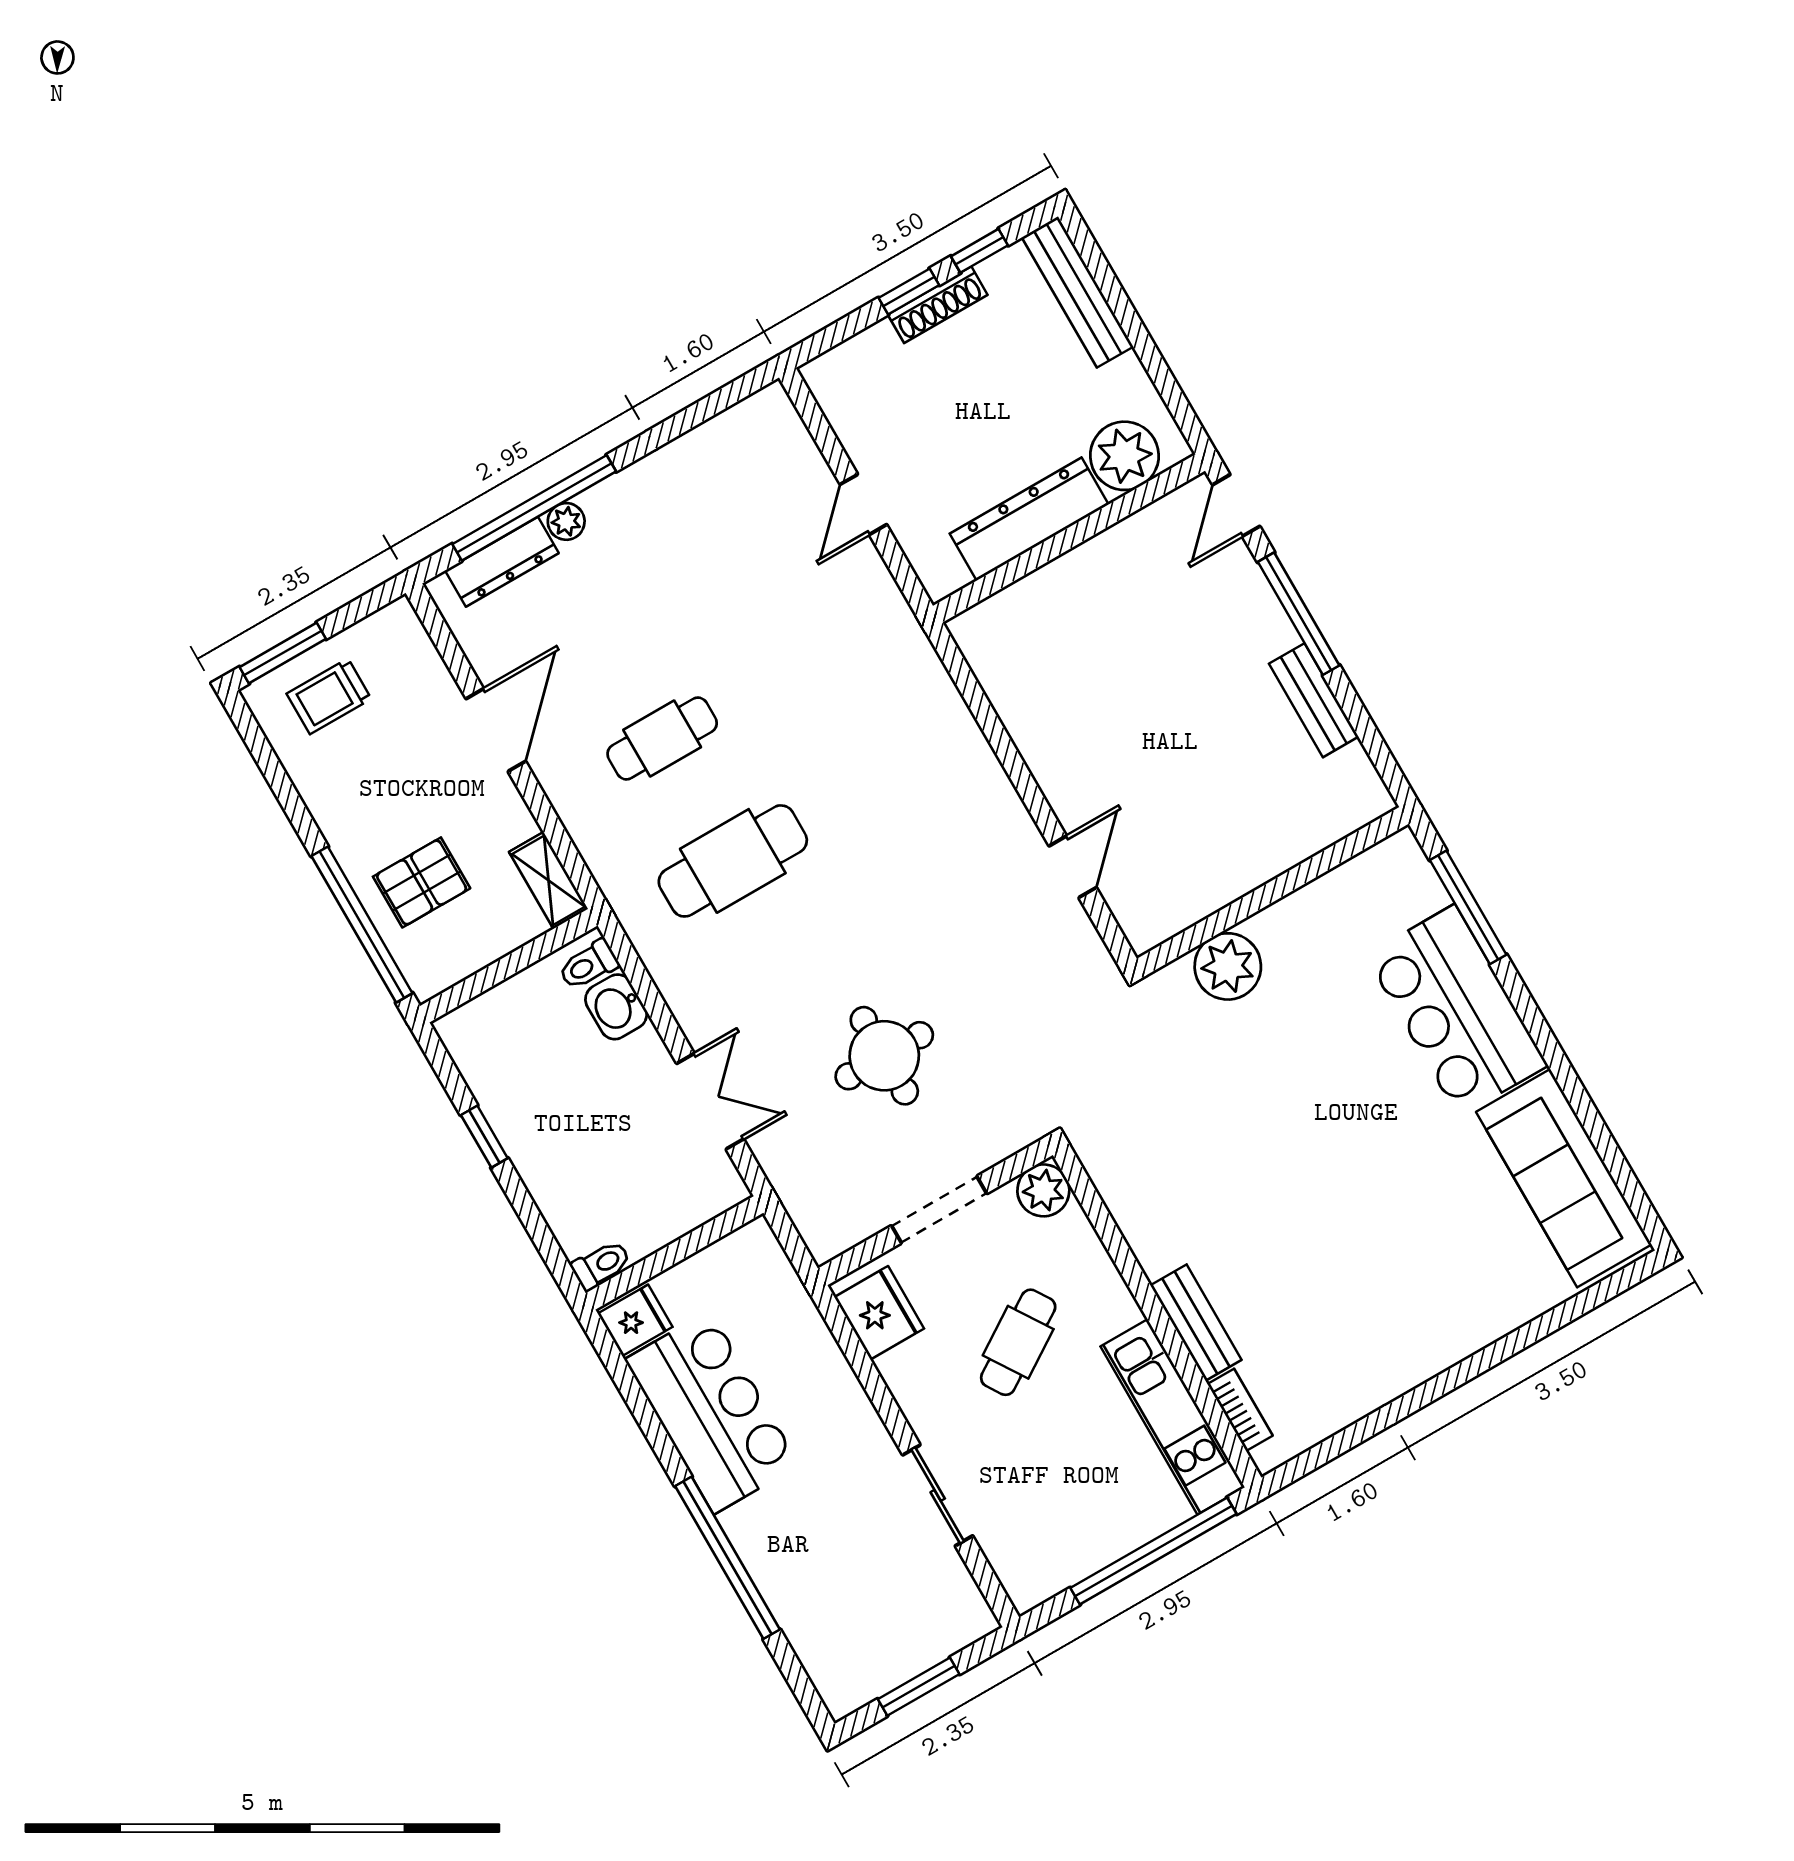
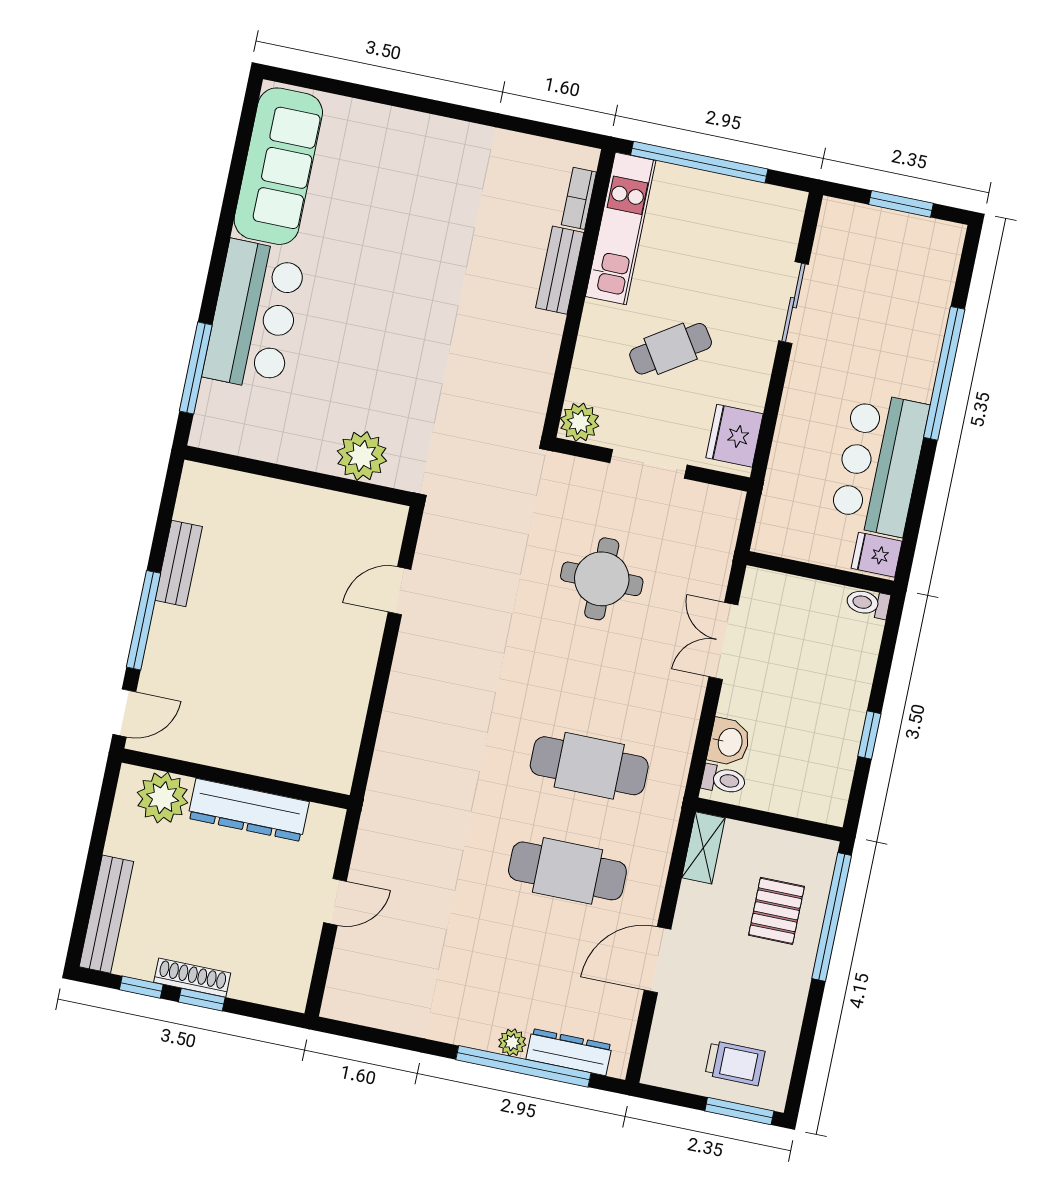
cafe table: (662, 738) -> (567, 871), width x1.37, depth x1.35
pallet: (422, 882) -> (776, 911), turned 90

